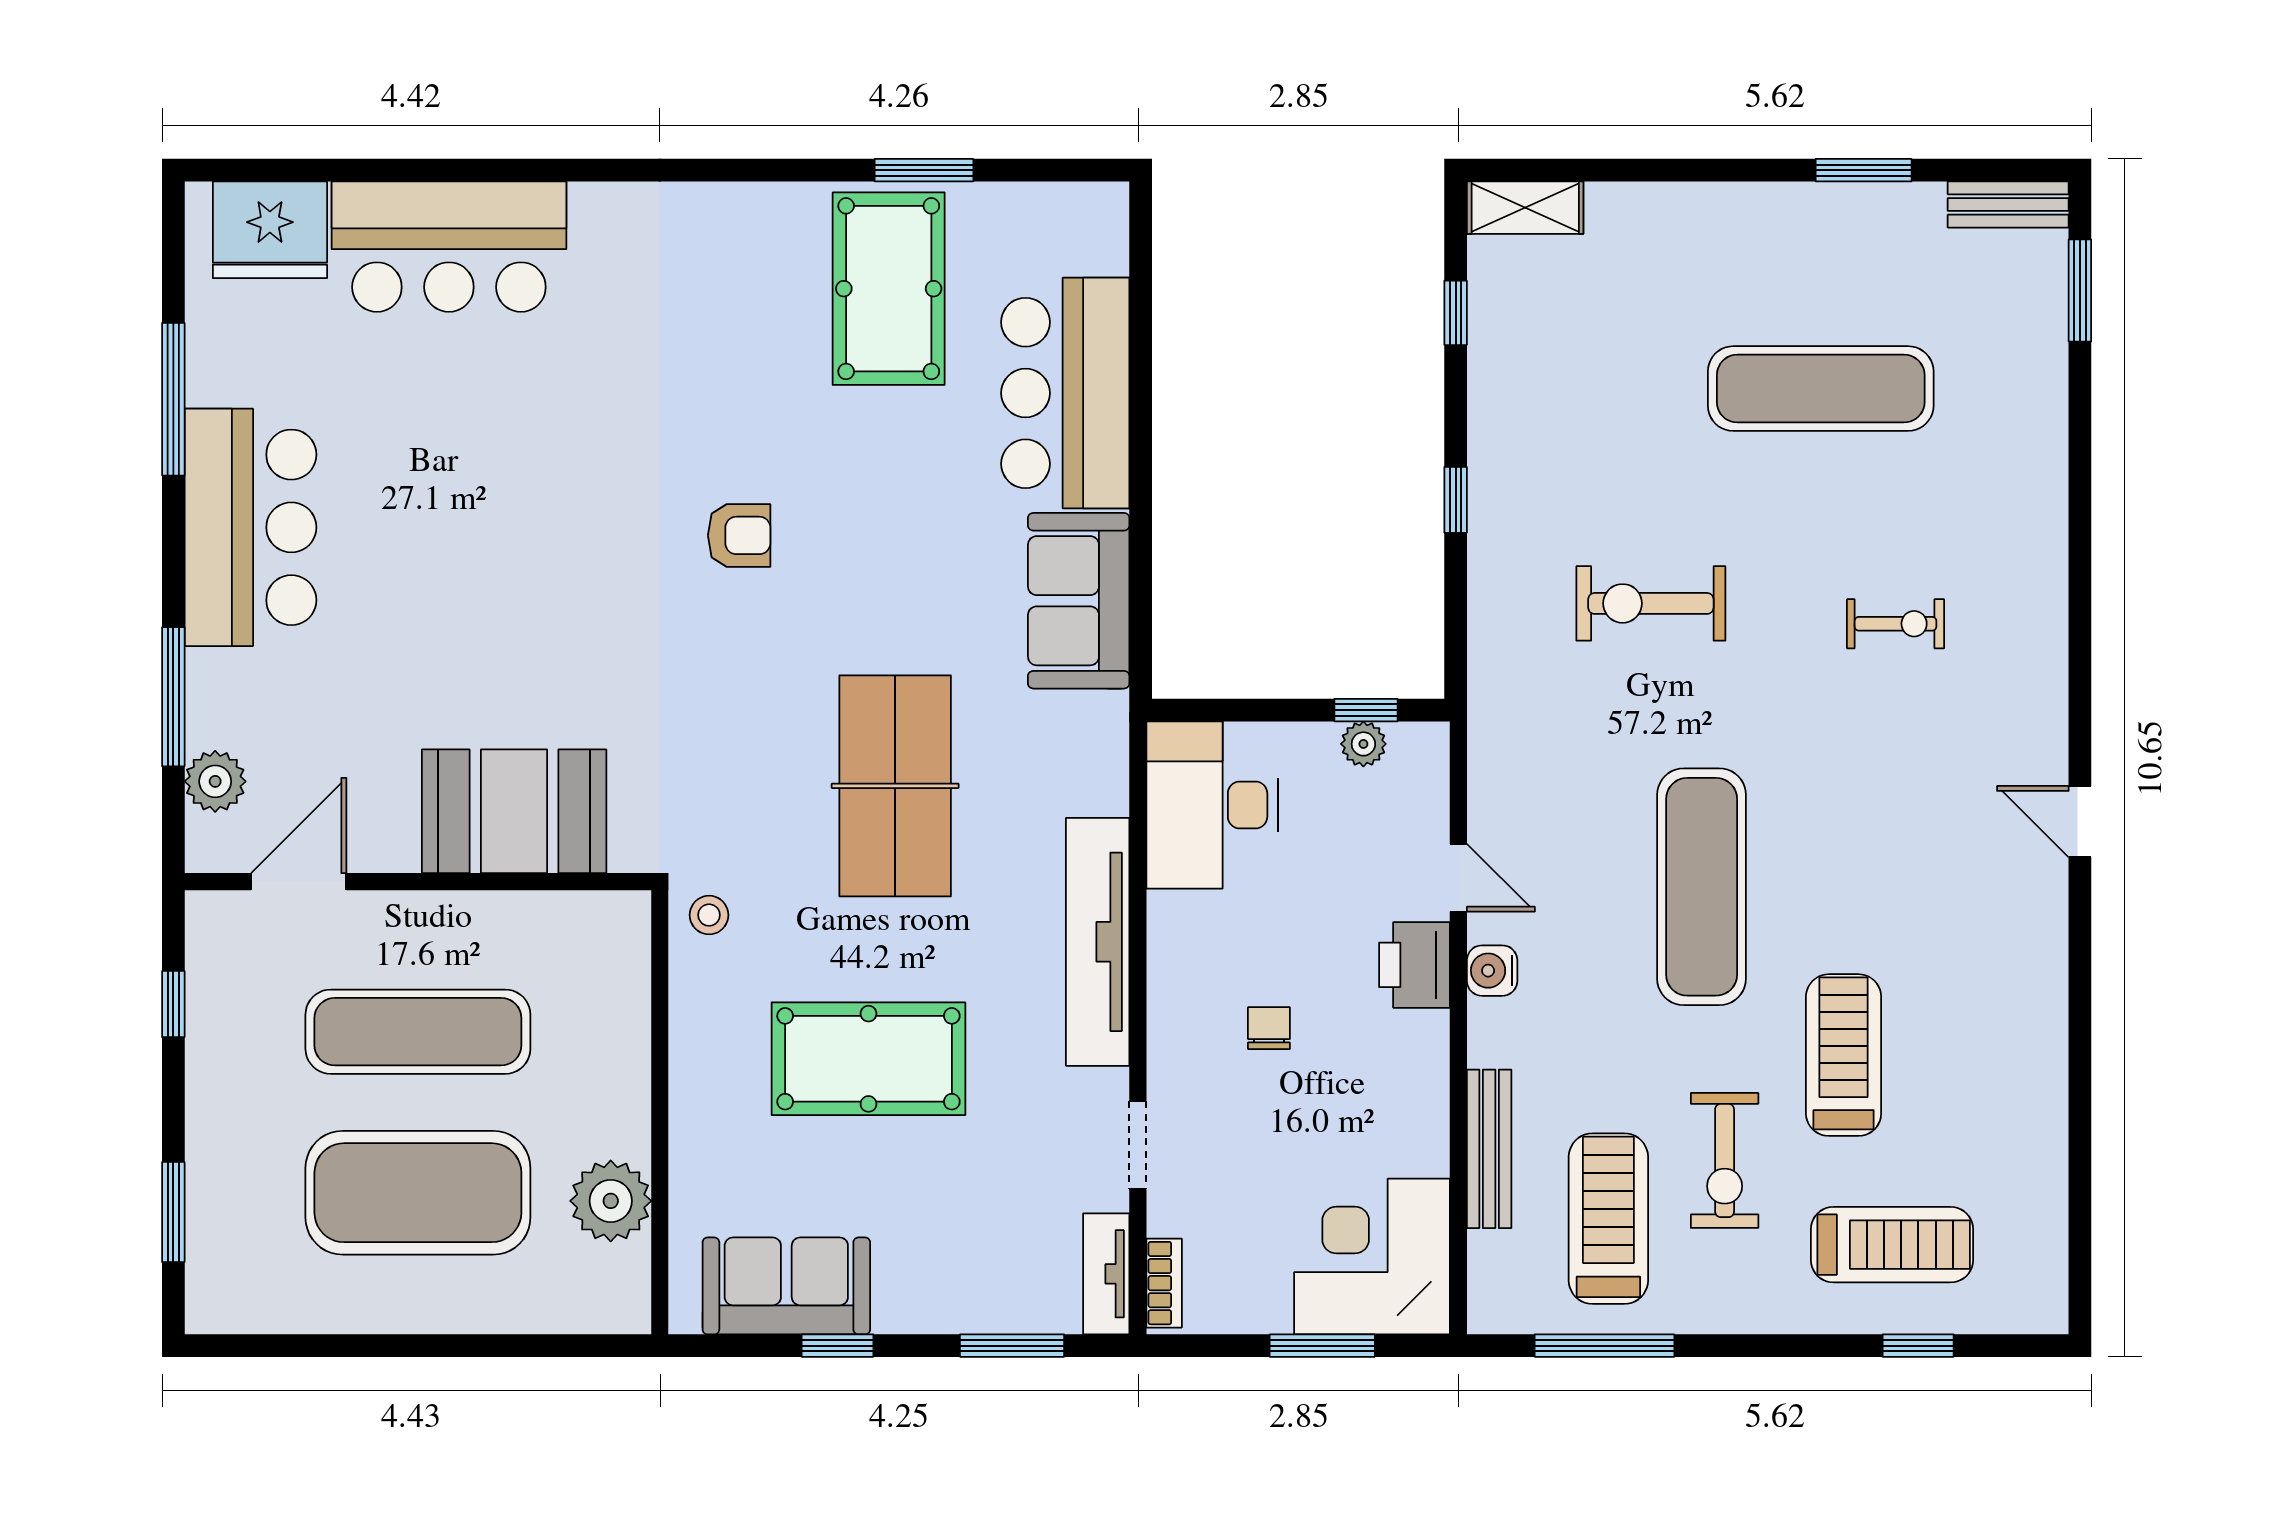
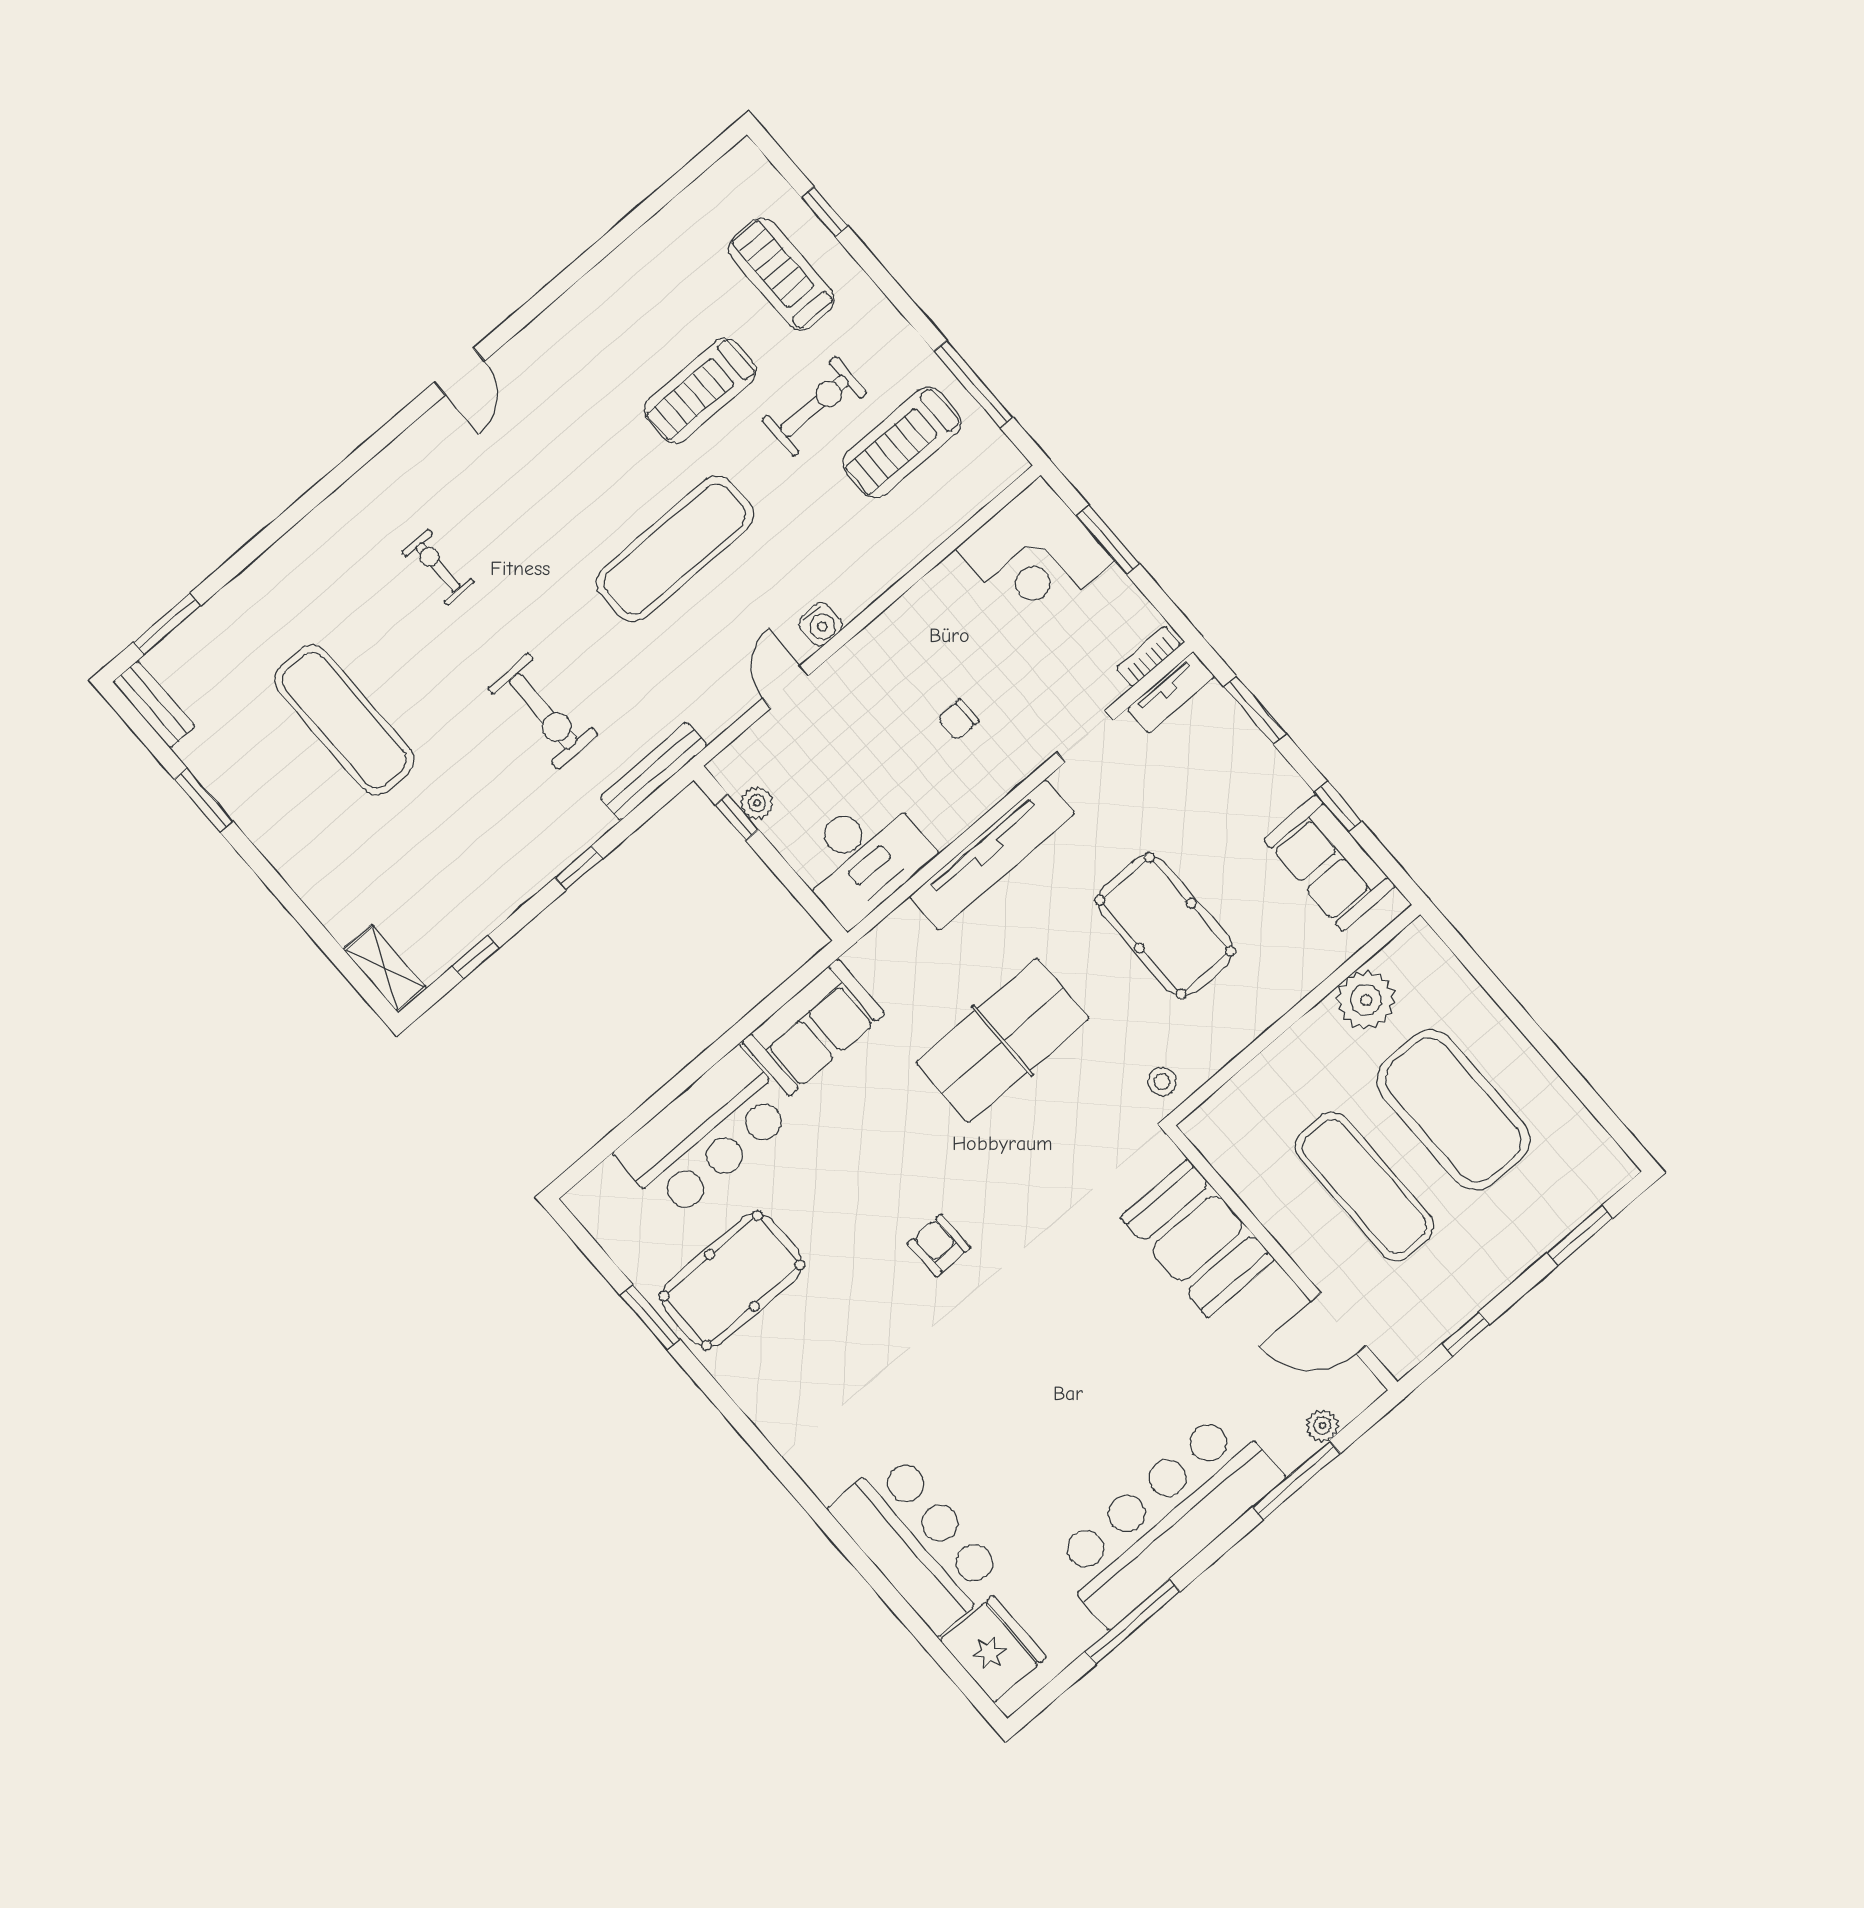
bar counter: (250, 527) -> (1166, 1518), width x1.36
plant: (215, 781) -> (1322, 1426), width x0.73, depth x0.73
printer: (1415, 965) -> (854, 670), removed
bench: (1489, 1149) -> (654, 771), moved

